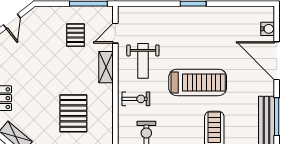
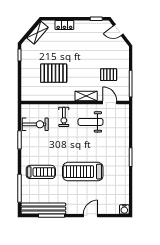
water cooler: (268, 29) -> (124, 209), moved
door: (277, 61) -> (91, 216), width x0.53
treadmill: (198, 82) -> (83, 172), moved, turned 90

